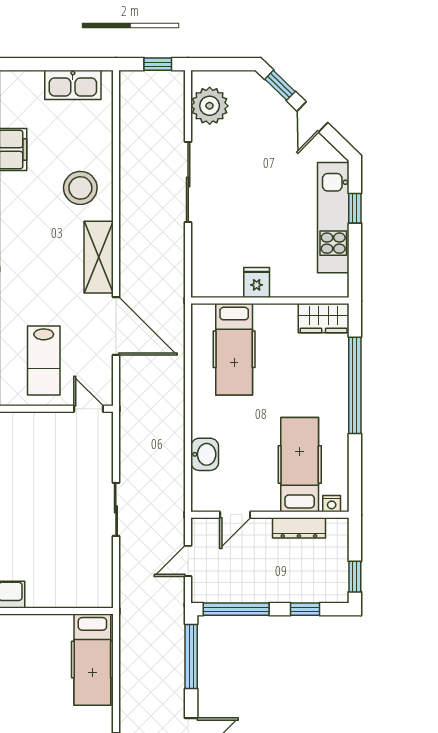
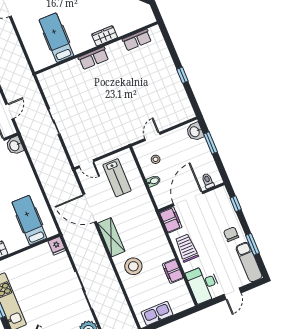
fridge: (257, 283) -> (57, 246), moved
lab bench: (44, 361) -> (117, 178), turned 180
washbasin: (205, 454) -> (15, 146), moved
hospital bed: (92, 660) -> (56, 38), moved

